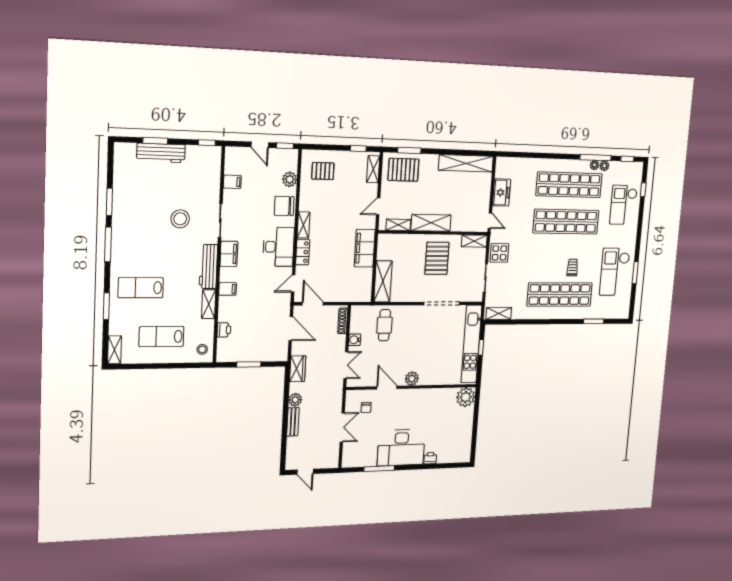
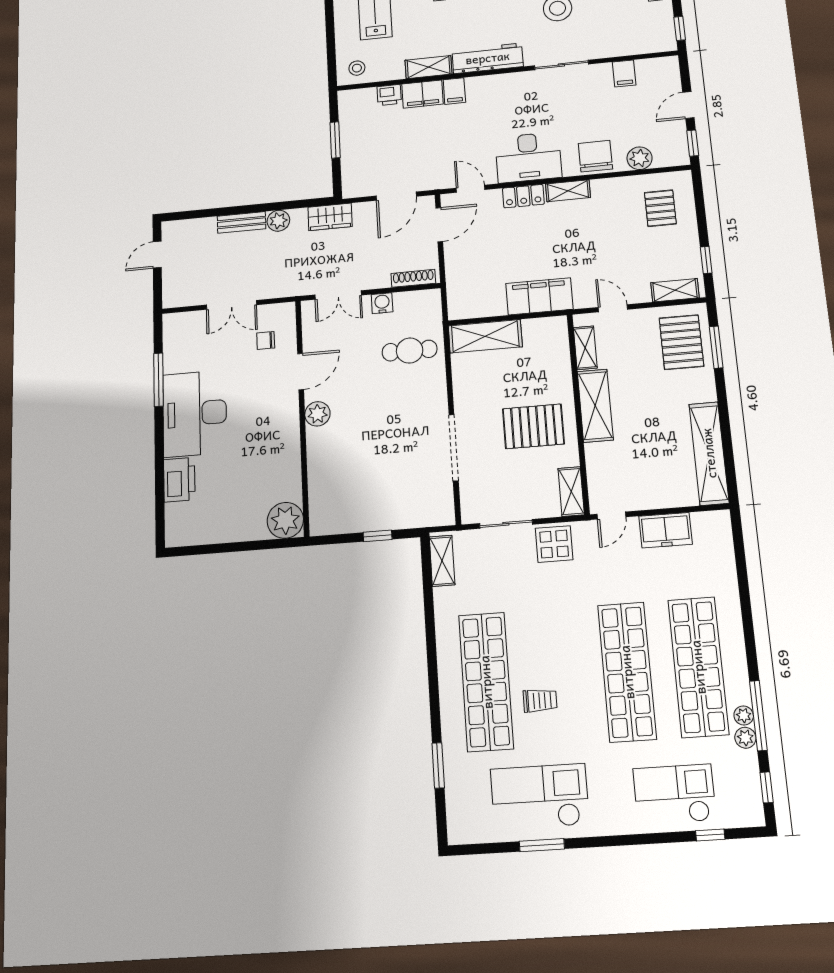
filing cabinet: (229, 254) -> (423, 94), moved
kitchen unit: (471, 344) -> (383, 516), removed
printer: (430, 458) -> (179, 480), width x1.87, depth x1.48

